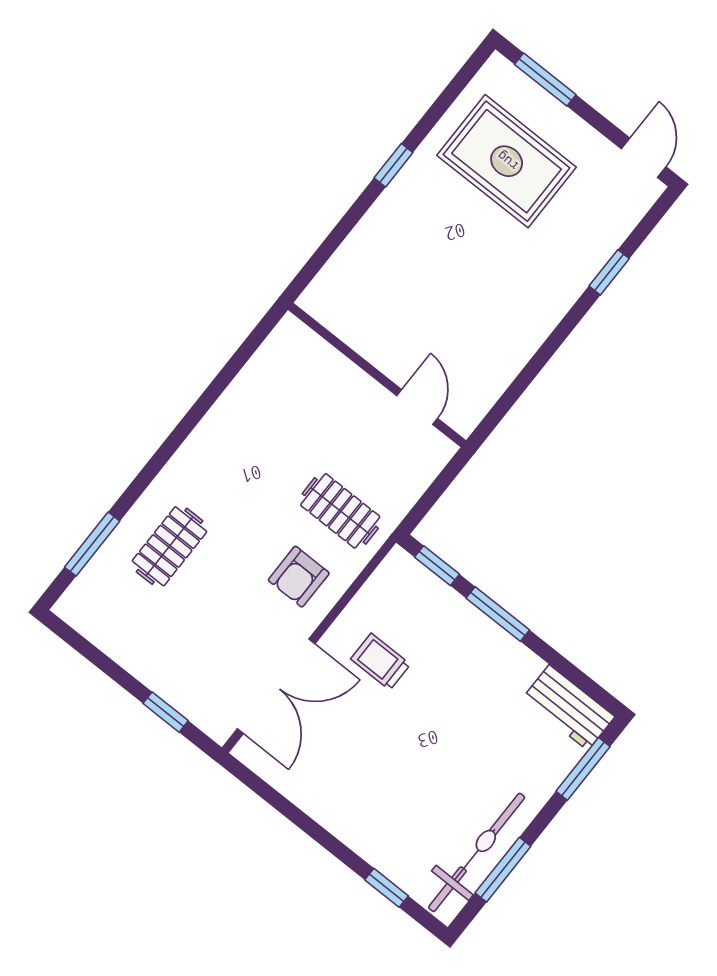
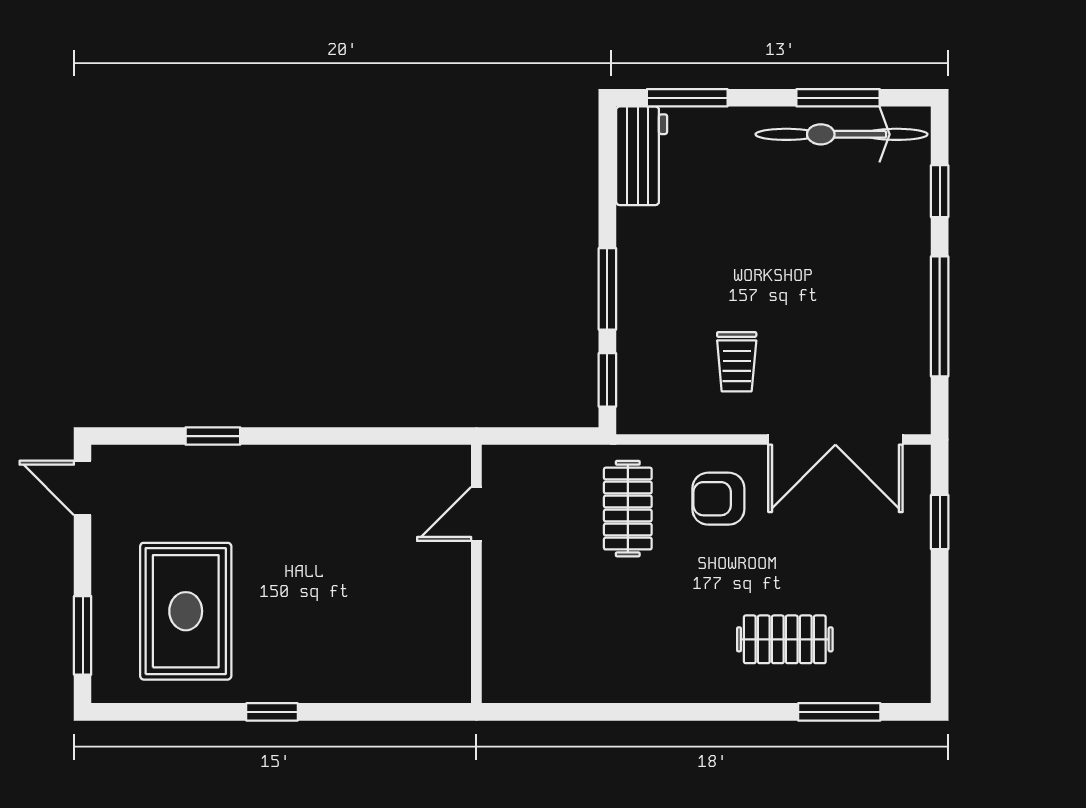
door: (644, 158) -> (83, 488), hinge flipped
armchair: (299, 577) -> (718, 499), turned 180
double door: (276, 686) -> (835, 440), swing flipped
window: (303, 821) -> (940, 316), added

